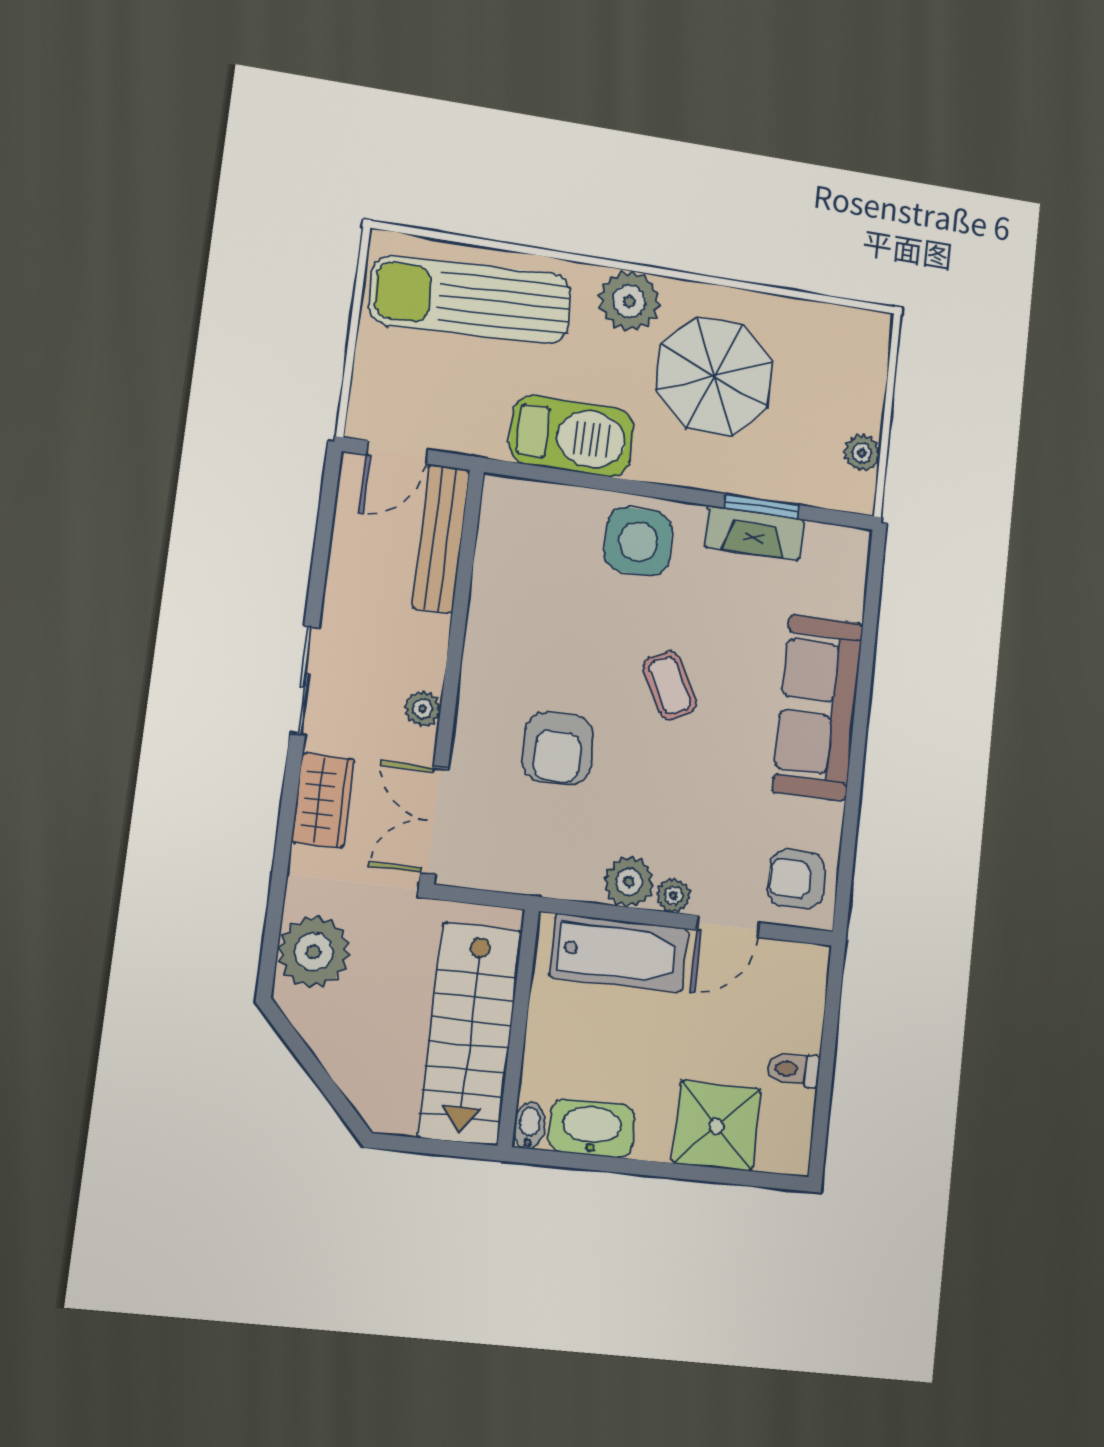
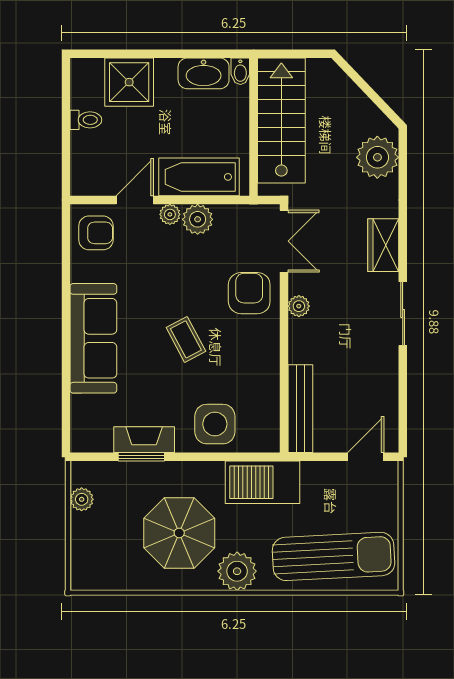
bench: (441, 539) -> (300, 409), moved
wall: (452, 675) -> (284, 328), moved
plant: (423, 709) -> (299, 306), moved
double door: (434, 821) -> (284, 241), moved

